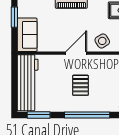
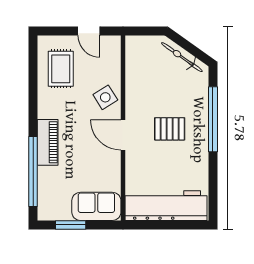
window: (39, 115) -> (213, 190), removed

